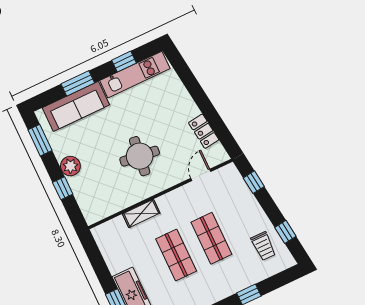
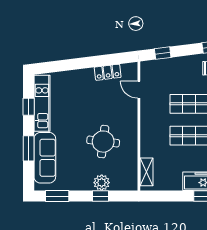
round table: (140, 156) -> (103, 142), moved
plant: (70, 166) -> (102, 183), moved
shelving: (141, 213) -> (147, 172), moved

